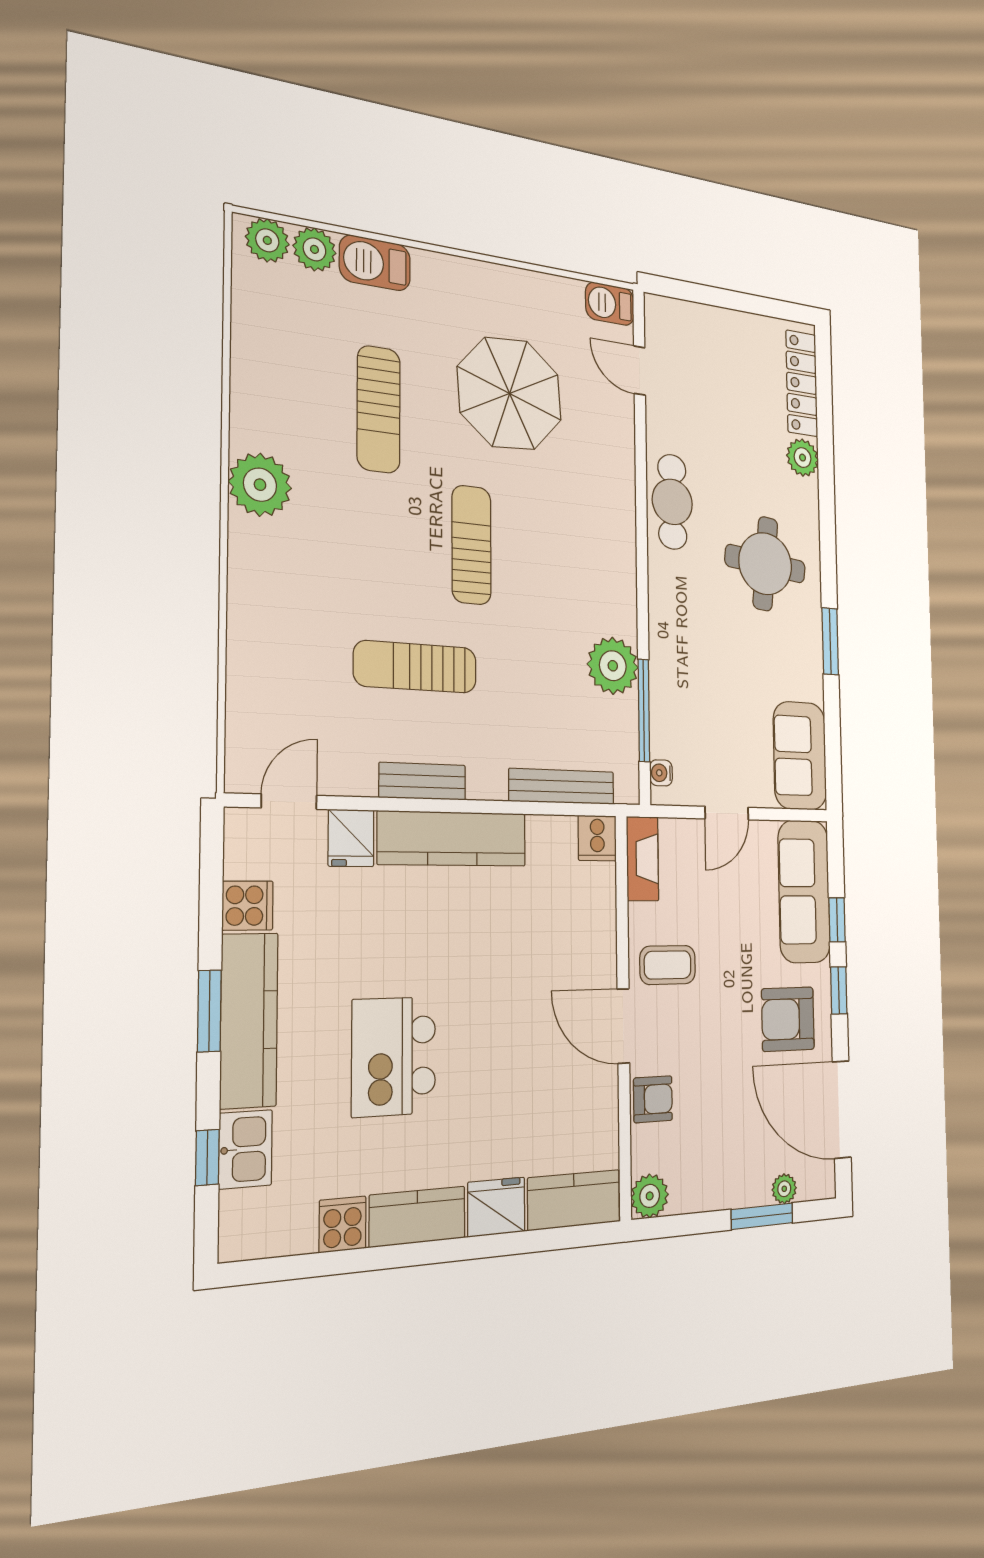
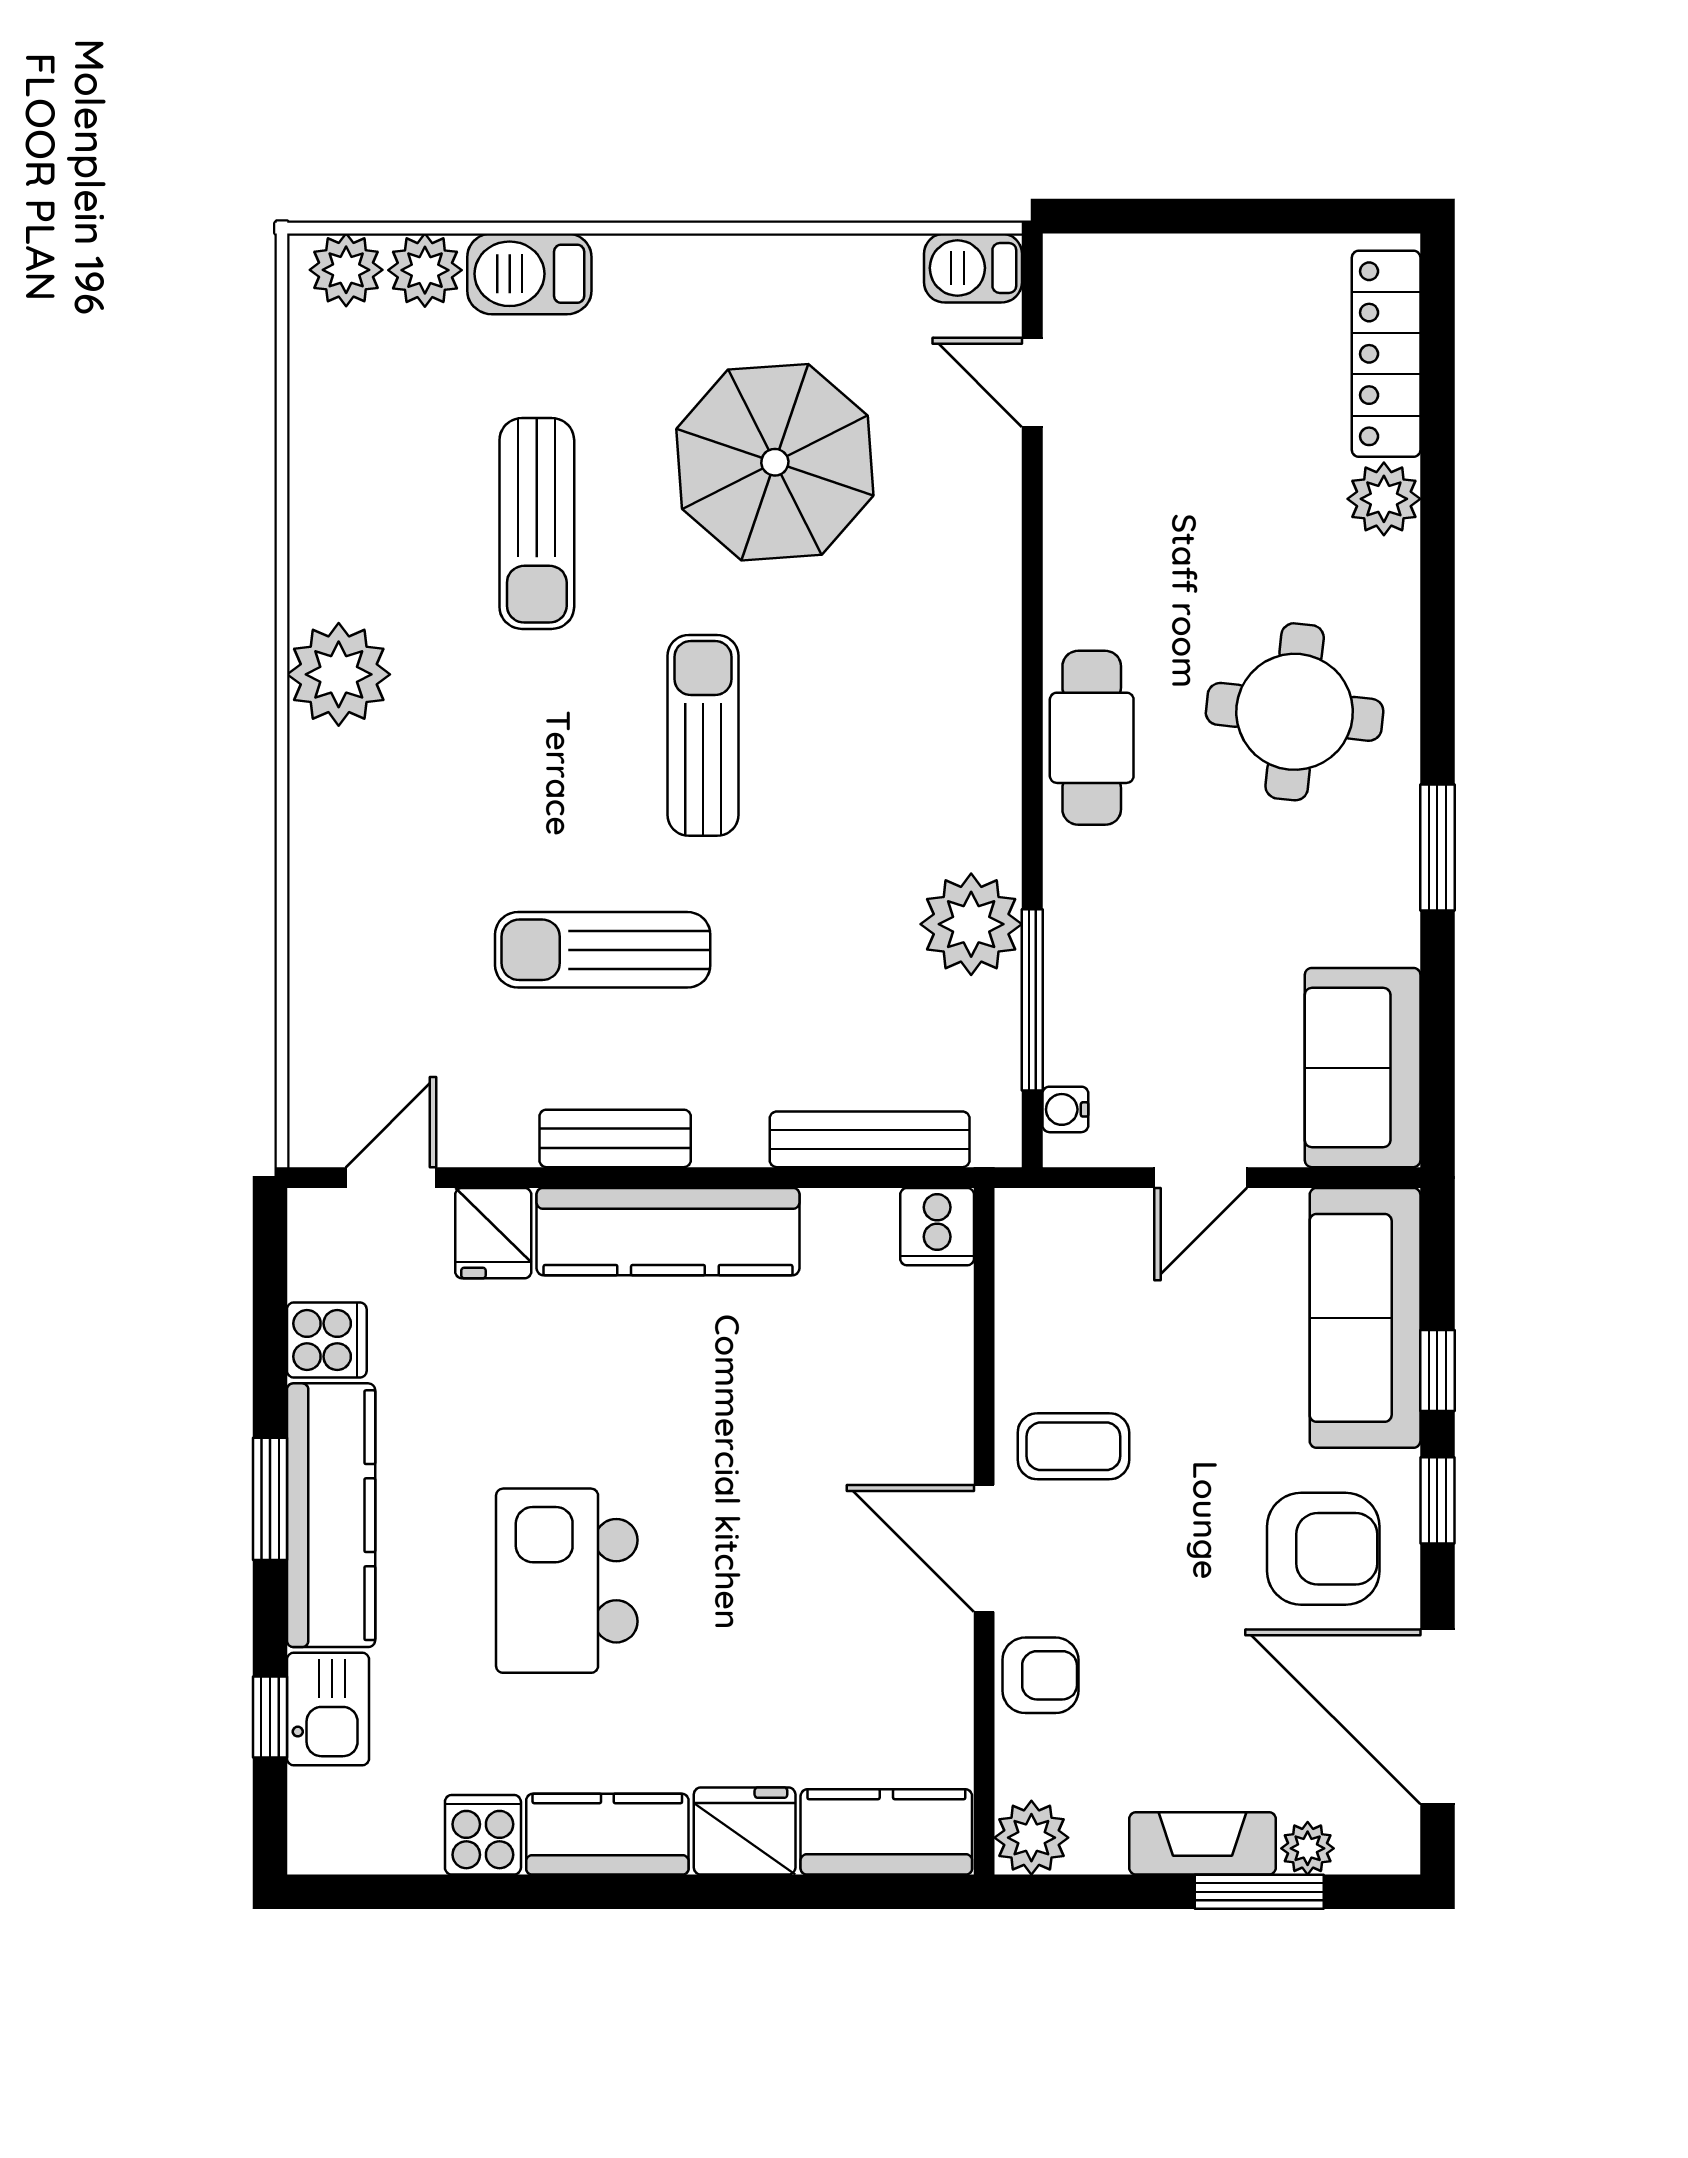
cafe table: (672, 502) -> (1092, 738), moved
fireplace: (642, 859) -> (1203, 1843), moved, turned -90
armchair: (788, 1019) -> (1323, 1549), turned 180

